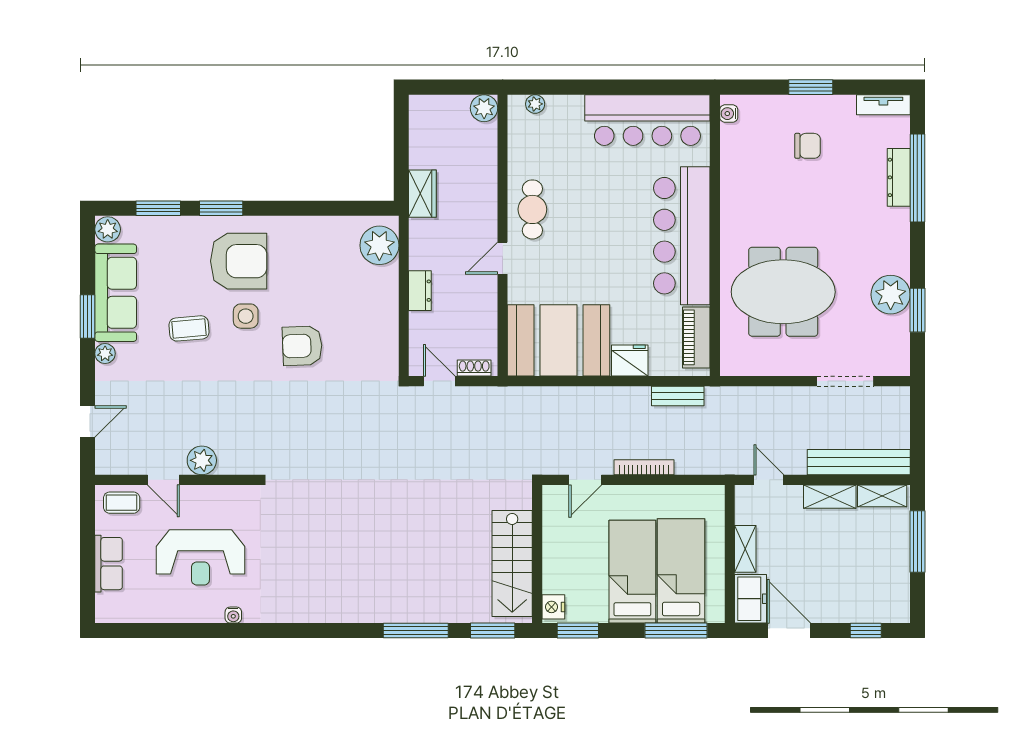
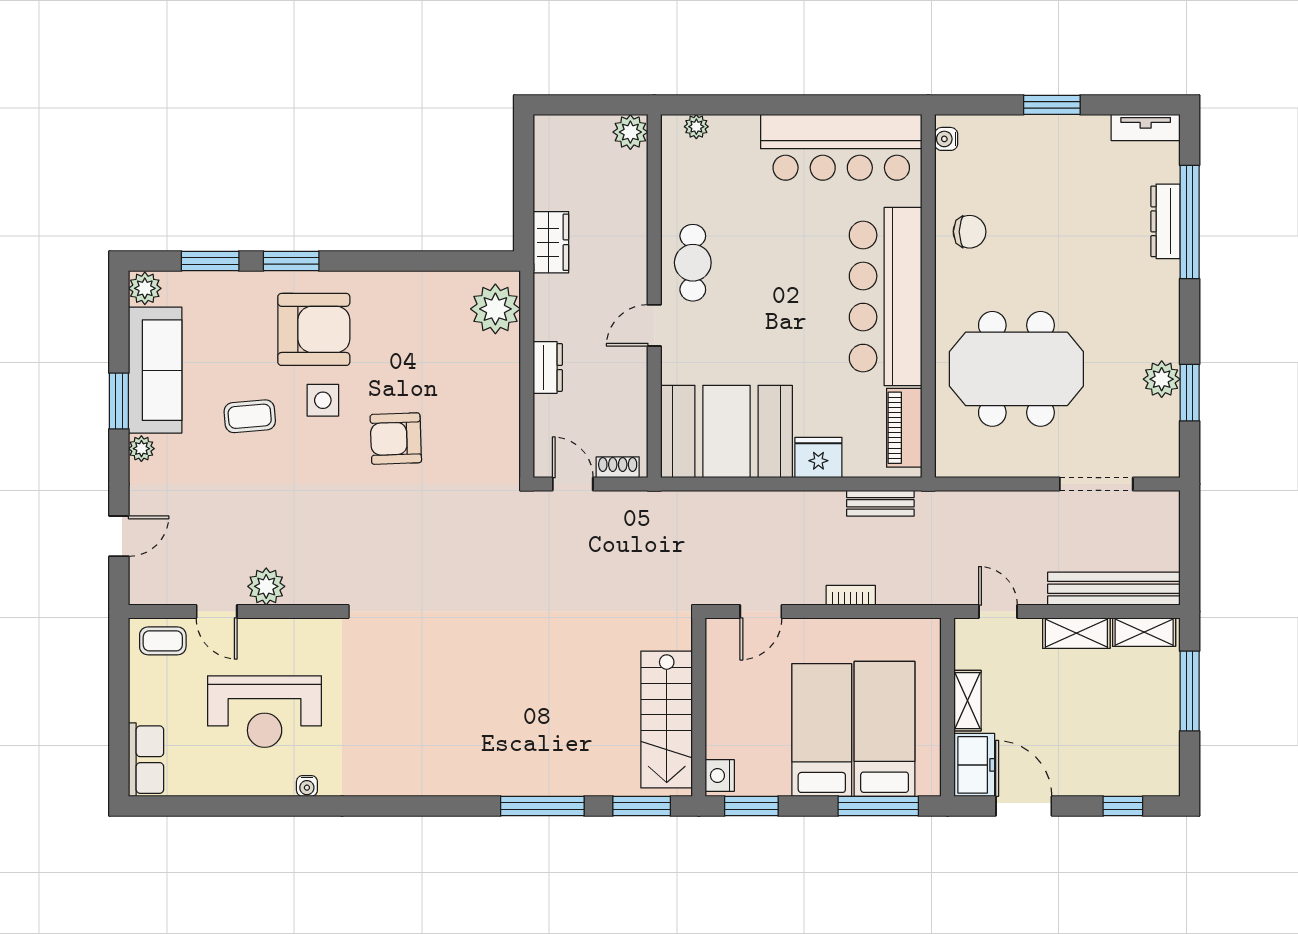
chair: (808, 146) -> (970, 232), moved
plant: (891, 295) -> (1162, 379), width x0.73, depth x0.73
bookcase: (644, 467) -> (851, 595), width x0.64
row of seats: (109, 564) -> (146, 760), moved

